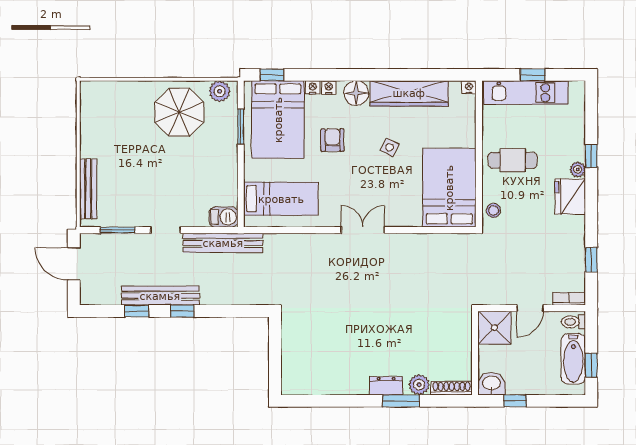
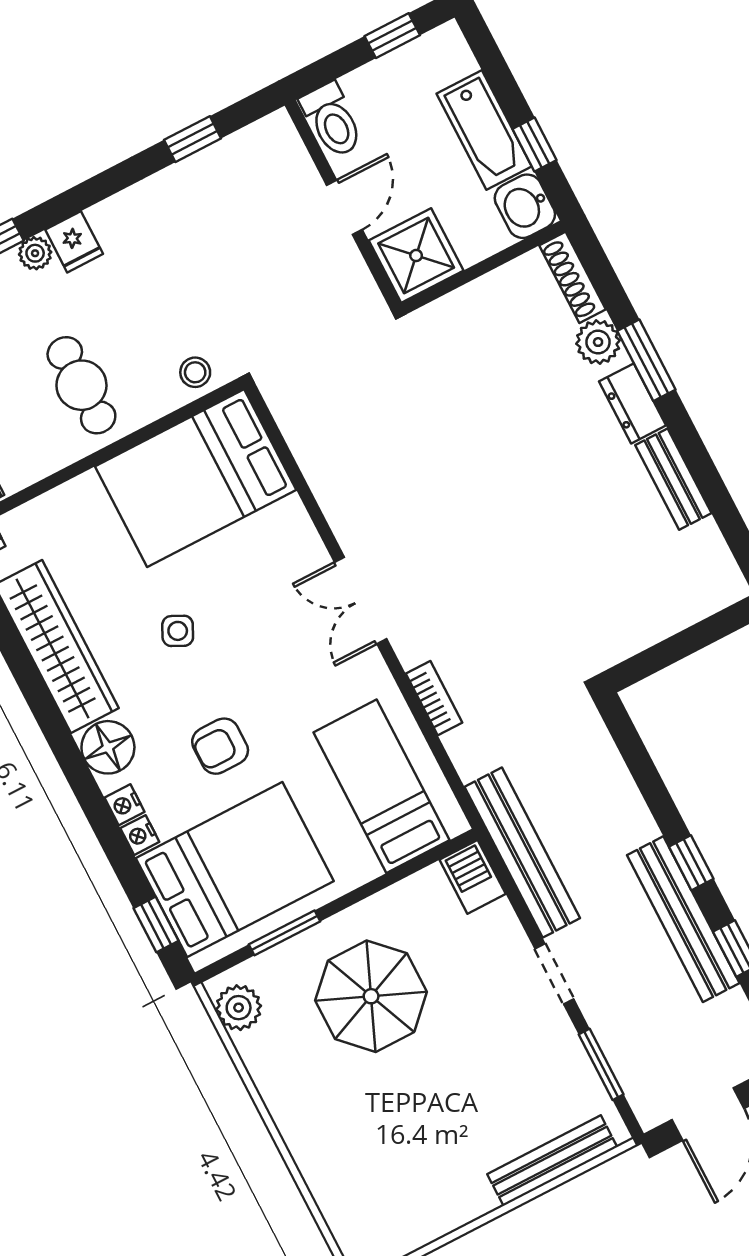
parasol: (179, 112) -> (371, 996), moved
fridge: (570, 197) -> (74, 242), width x0.53, depth x0.75
bookcase: (569, 299) -> (434, 698), moved, turned 180
door: (530, 308) -> (344, 207), hinge flipped
toilet: (573, 322) -> (332, 120), width x1.37, depth x1.39
bathtub: (573, 359) -> (484, 130), moved, turned 90
bench: (346, 386) -> (673, 479), added

